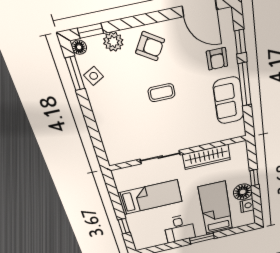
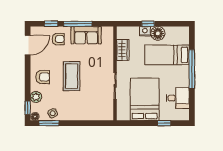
armchair: (150, 46) -> (43, 77), turned 58
coffee table: (162, 93) -> (72, 76), width x1.86, depth x1.72
wardrobe: (206, 157) -> (123, 50), width x0.67
bed: (150, 197) -> (145, 99), width x1.50
nightstand: (247, 206) -> (145, 31), moved
desk: (179, 229) -> (178, 98), moved
window: (202, 238) -> (192, 69), width x2.11

